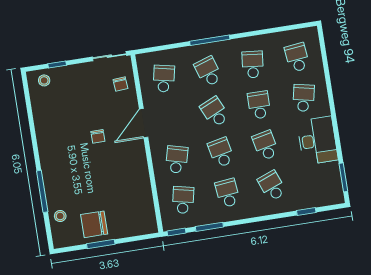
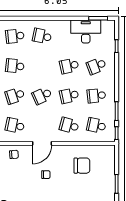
school desk: (259, 105) -> (42, 66), removed
door: (144, 123) -> (42, 143), hinge flipped
desk: (317, 141) -> (86, 31), moved
chair: (94, 224) -> (82, 166), moved, turned -90

